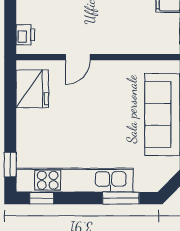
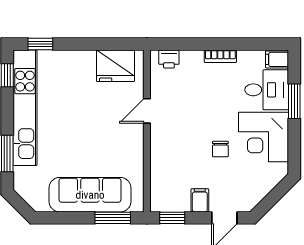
door: (78, 57) -> (147, 111), hinge flipped

